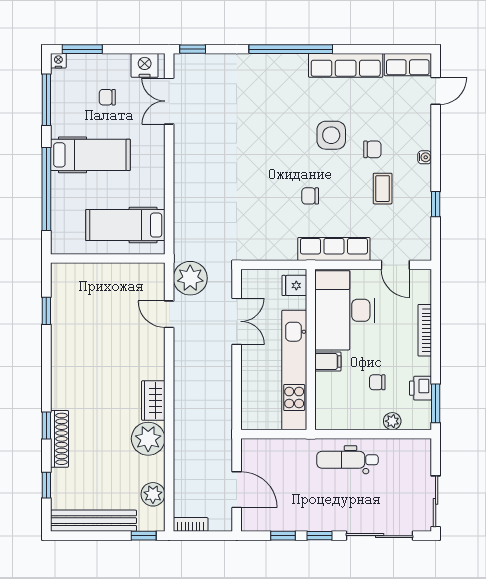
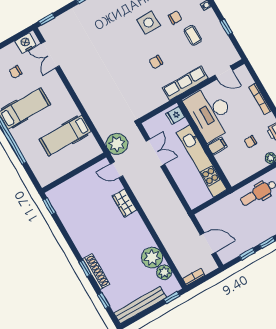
wall: (108, 259) -> (74, 173), moved
wardrobe: (153, 400) -> (124, 203), moved
plant: (148, 439) -> (152, 257), moved

